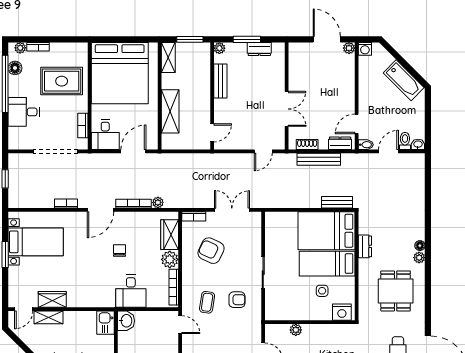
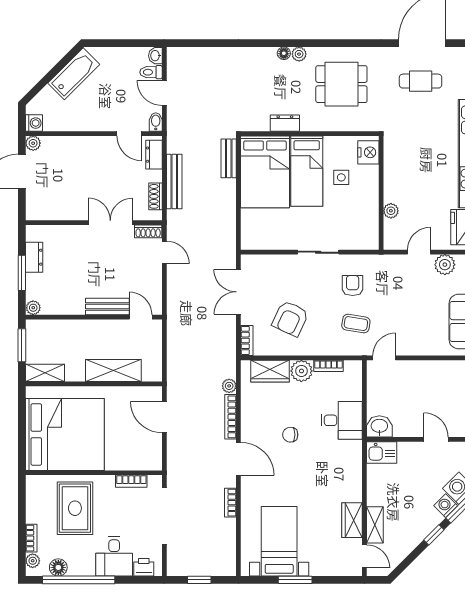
bench: (220, 81) -> (107, 307), moved
printer: (15, 135) -> (144, 567), added
desk: (105, 135) -> (143, 453), removed
shoe rack: (280, 139) -> (148, 231), added
bookcase: (174, 287) -> (328, 366), width x0.64

